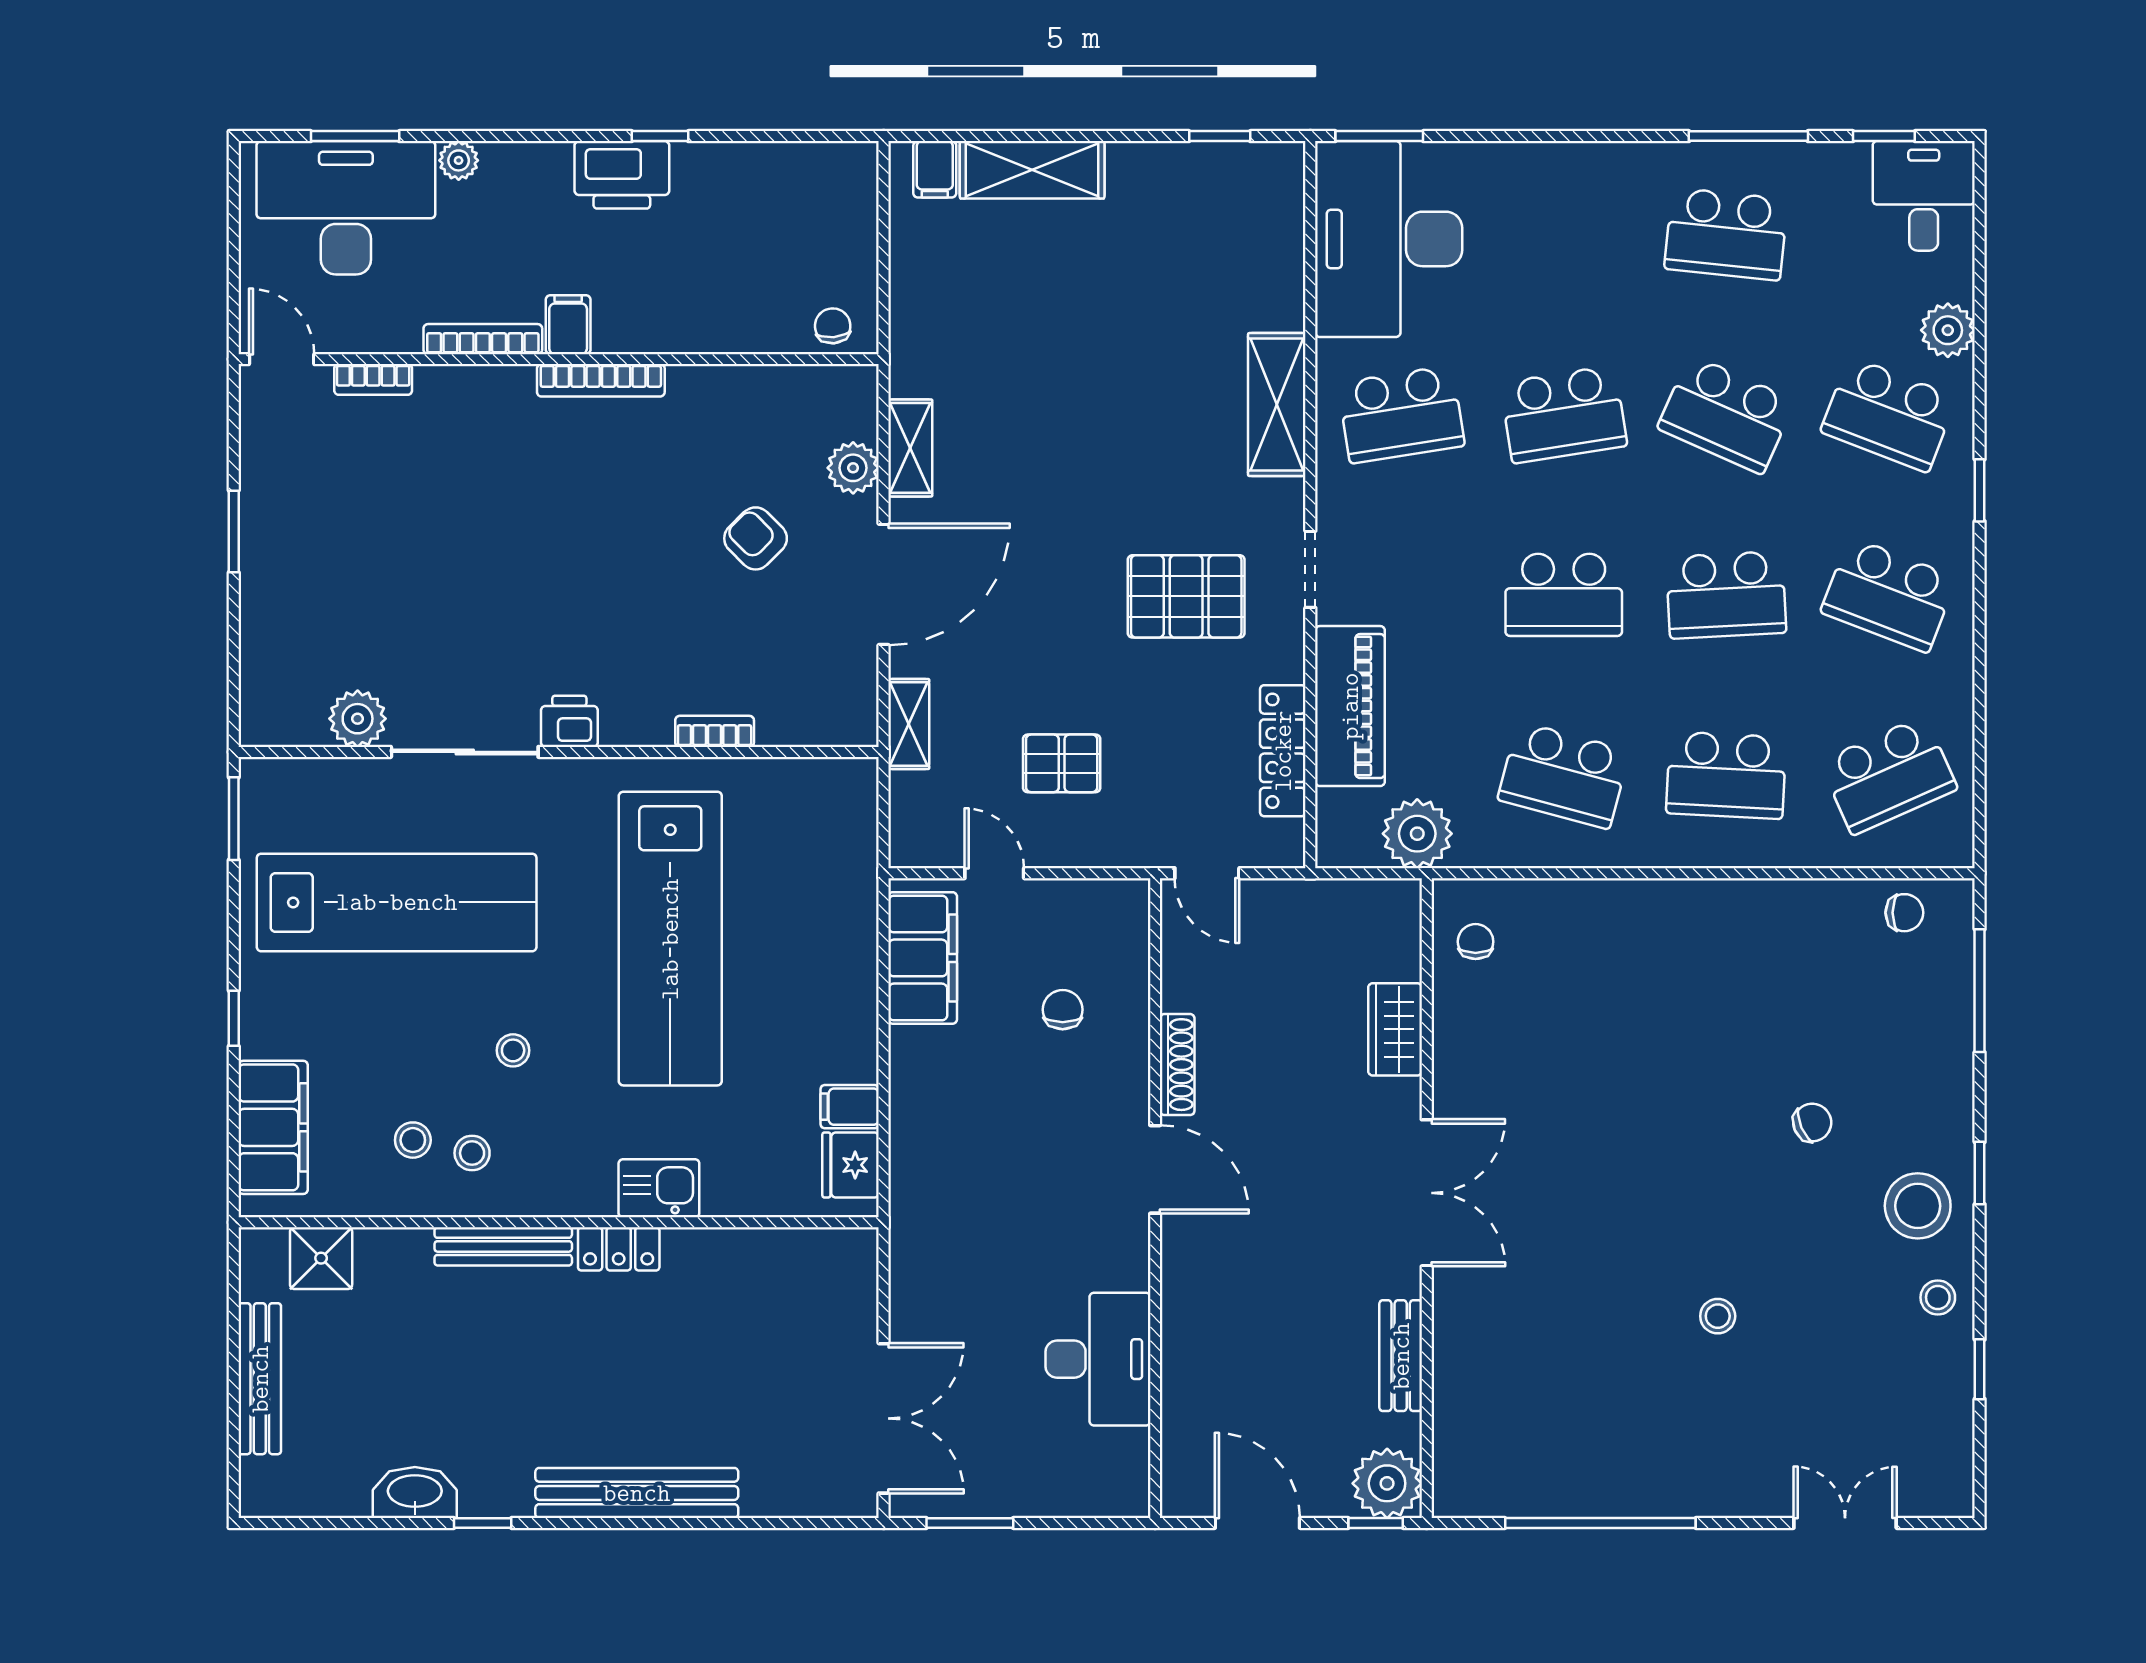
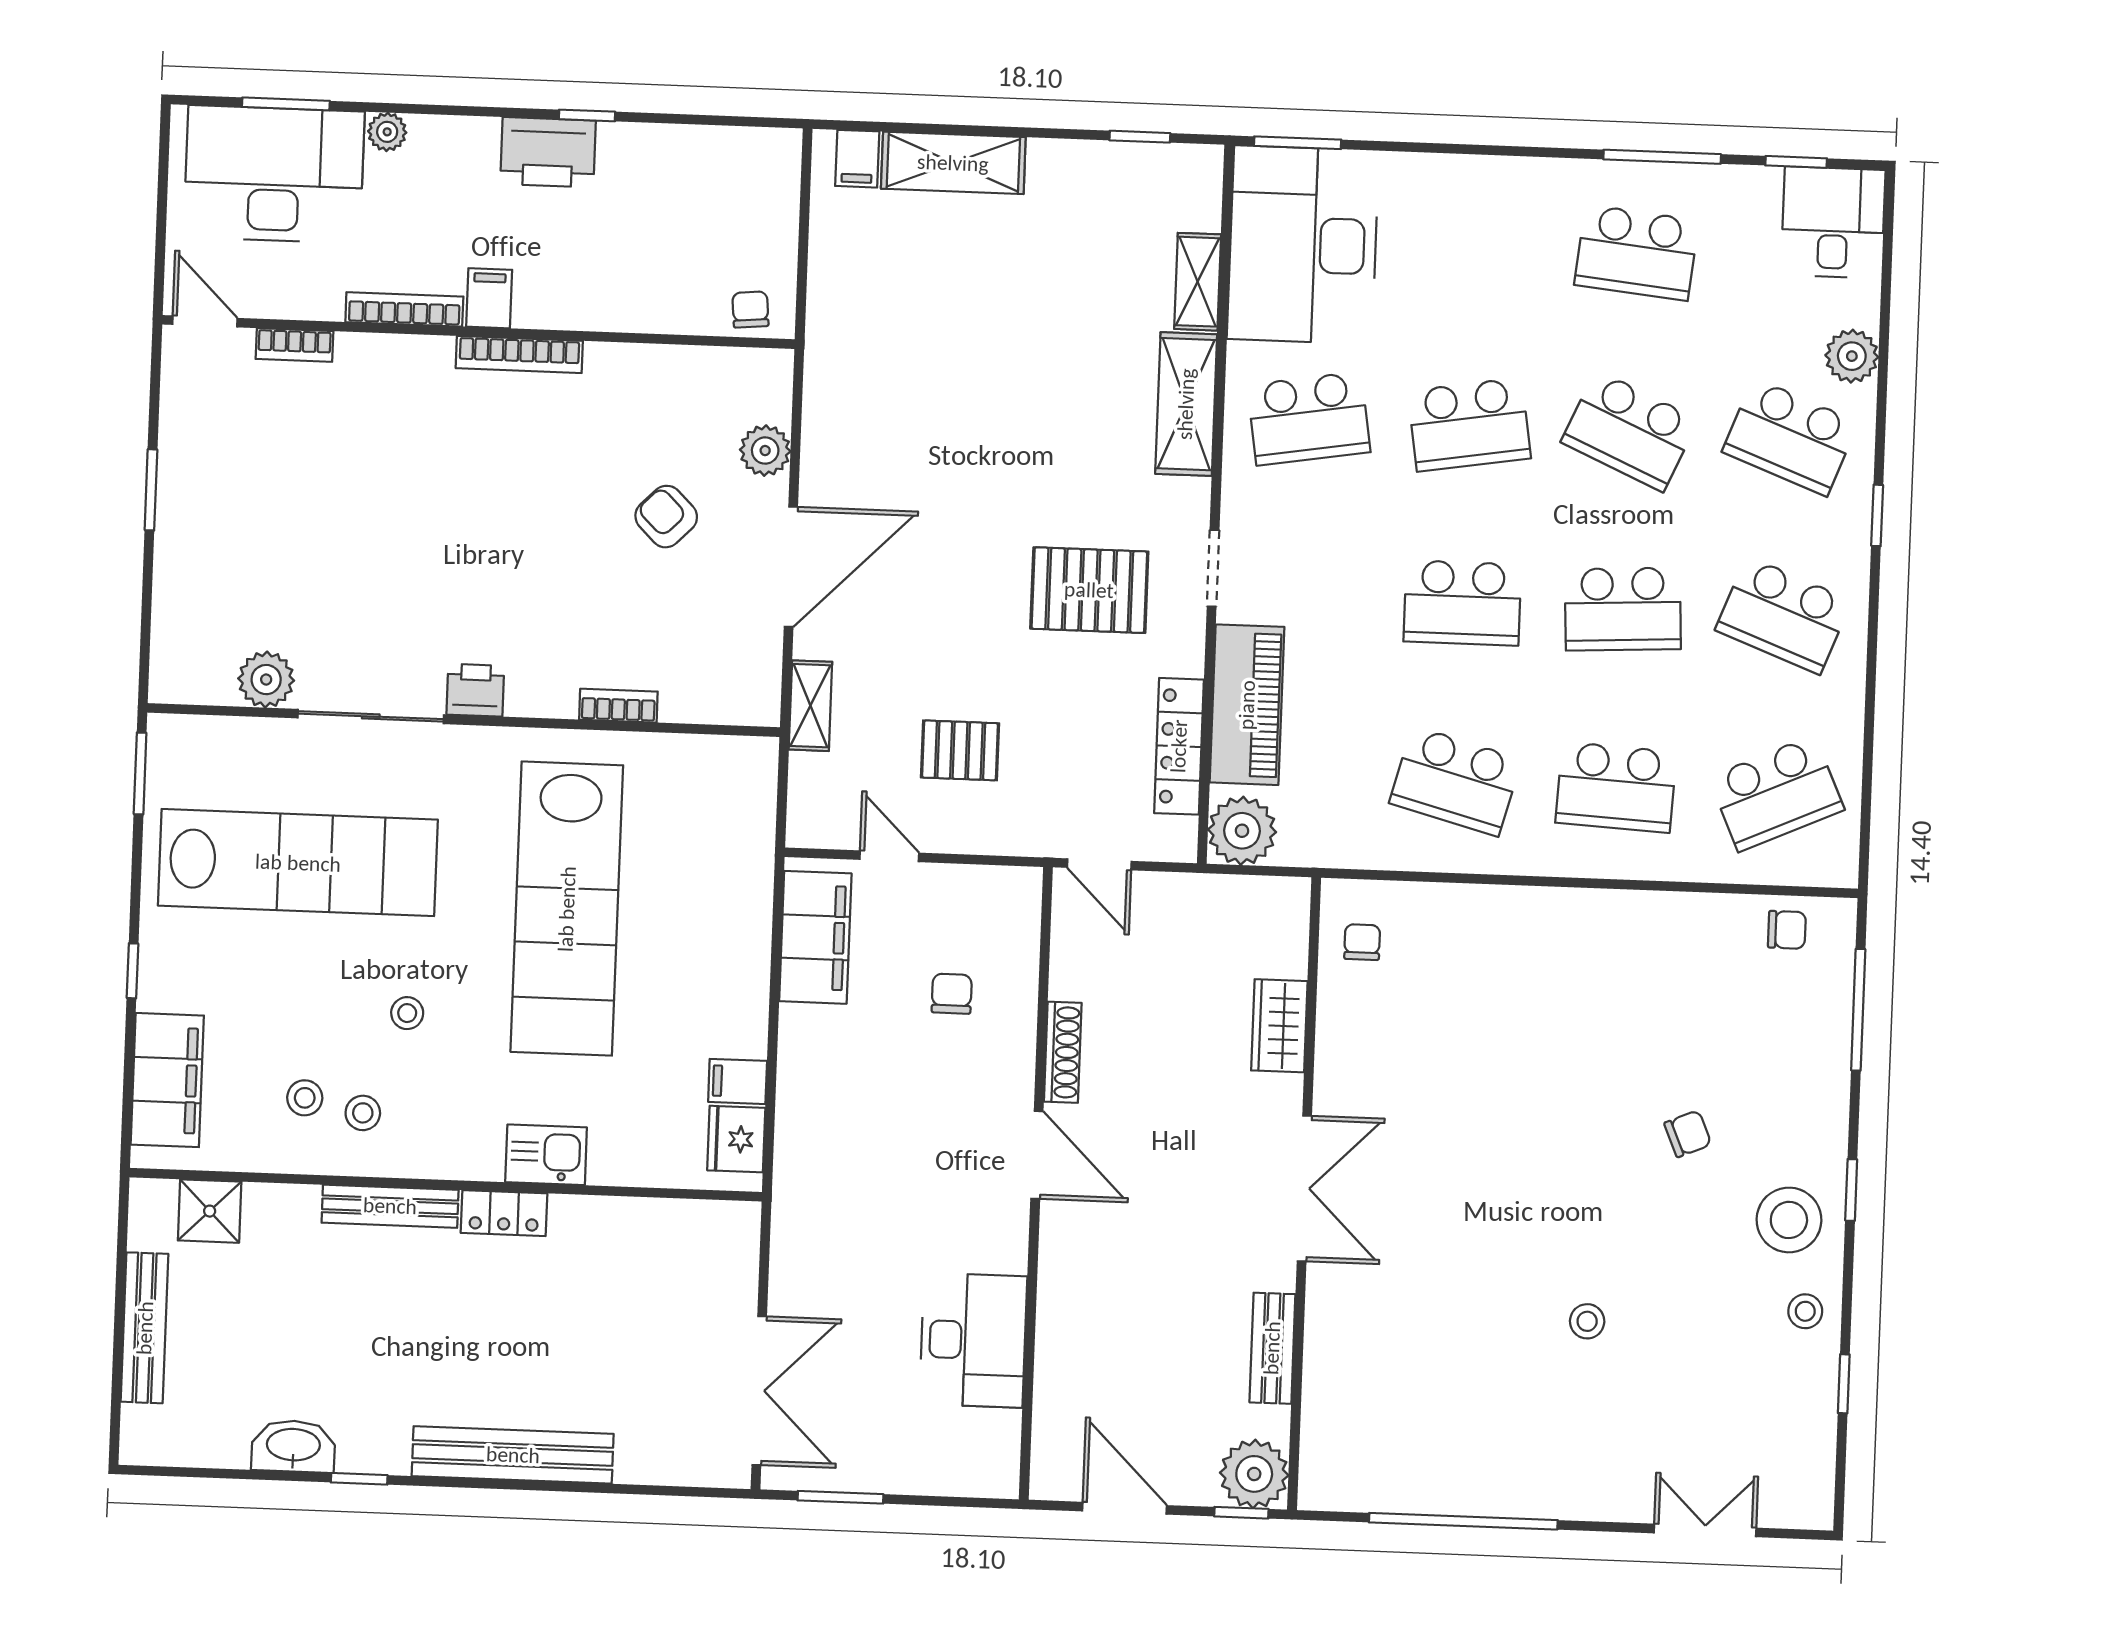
shelving: (910, 448) -> (1198, 282), moved
plant: (1417, 834) -> (1242, 831), moved

